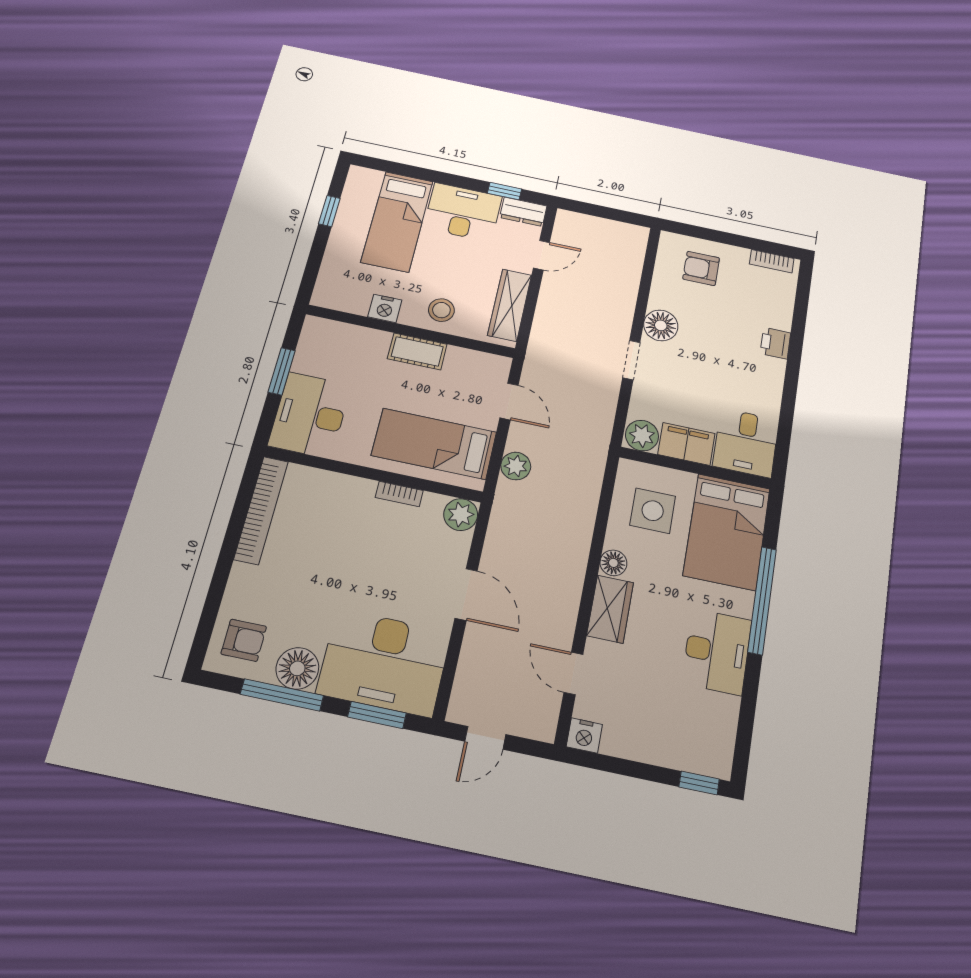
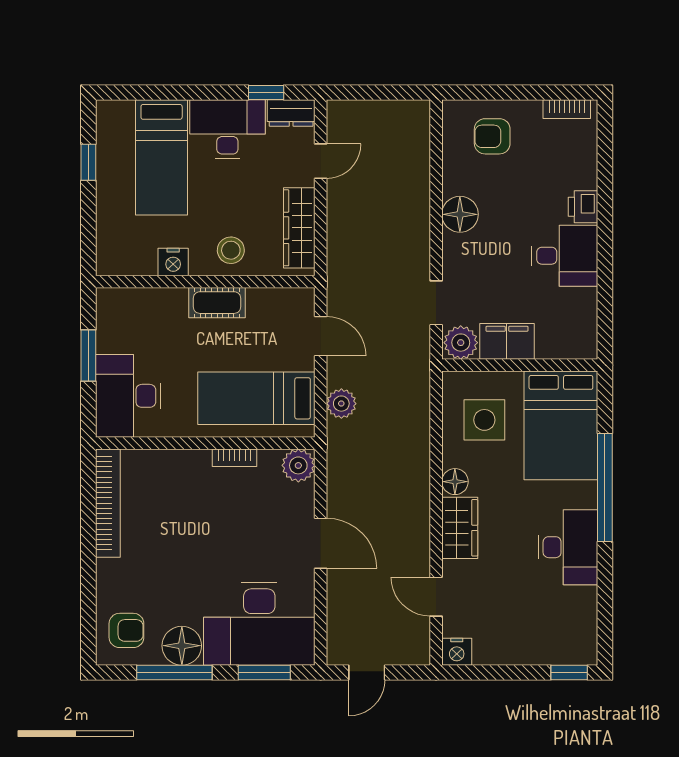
doorway: (631, 360) -> (436, 303), moved
desk: (746, 443) -> (565, 256), moved, turned -90

